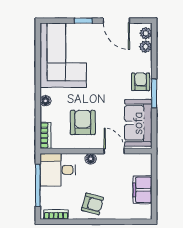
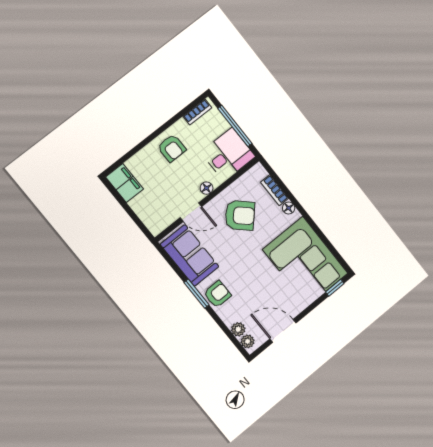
window: (83, 21) -> (335, 288), moved
armchair: (141, 82) -> (217, 294), turned -90
armchair: (83, 122) -> (240, 215), turned -47
bookcase: (46, 135) -> (275, 190), moved
filing cabinet: (142, 190) -> (124, 183), moved
armchair: (93, 204) -> (172, 148), turned -105

